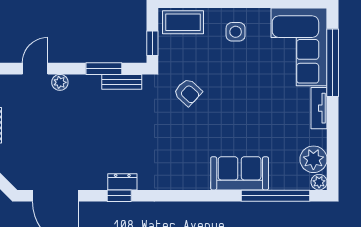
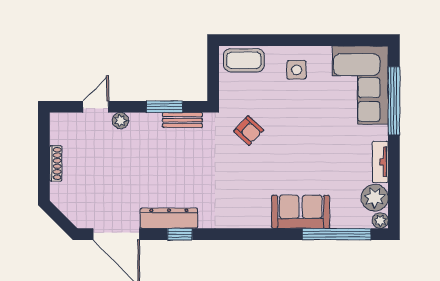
window: (152, 43) -> (213, 81), removed
tv unit: (319, 108) -> (380, 162), moved
dresser: (122, 182) -> (169, 218), width x1.96, depth x1.24

